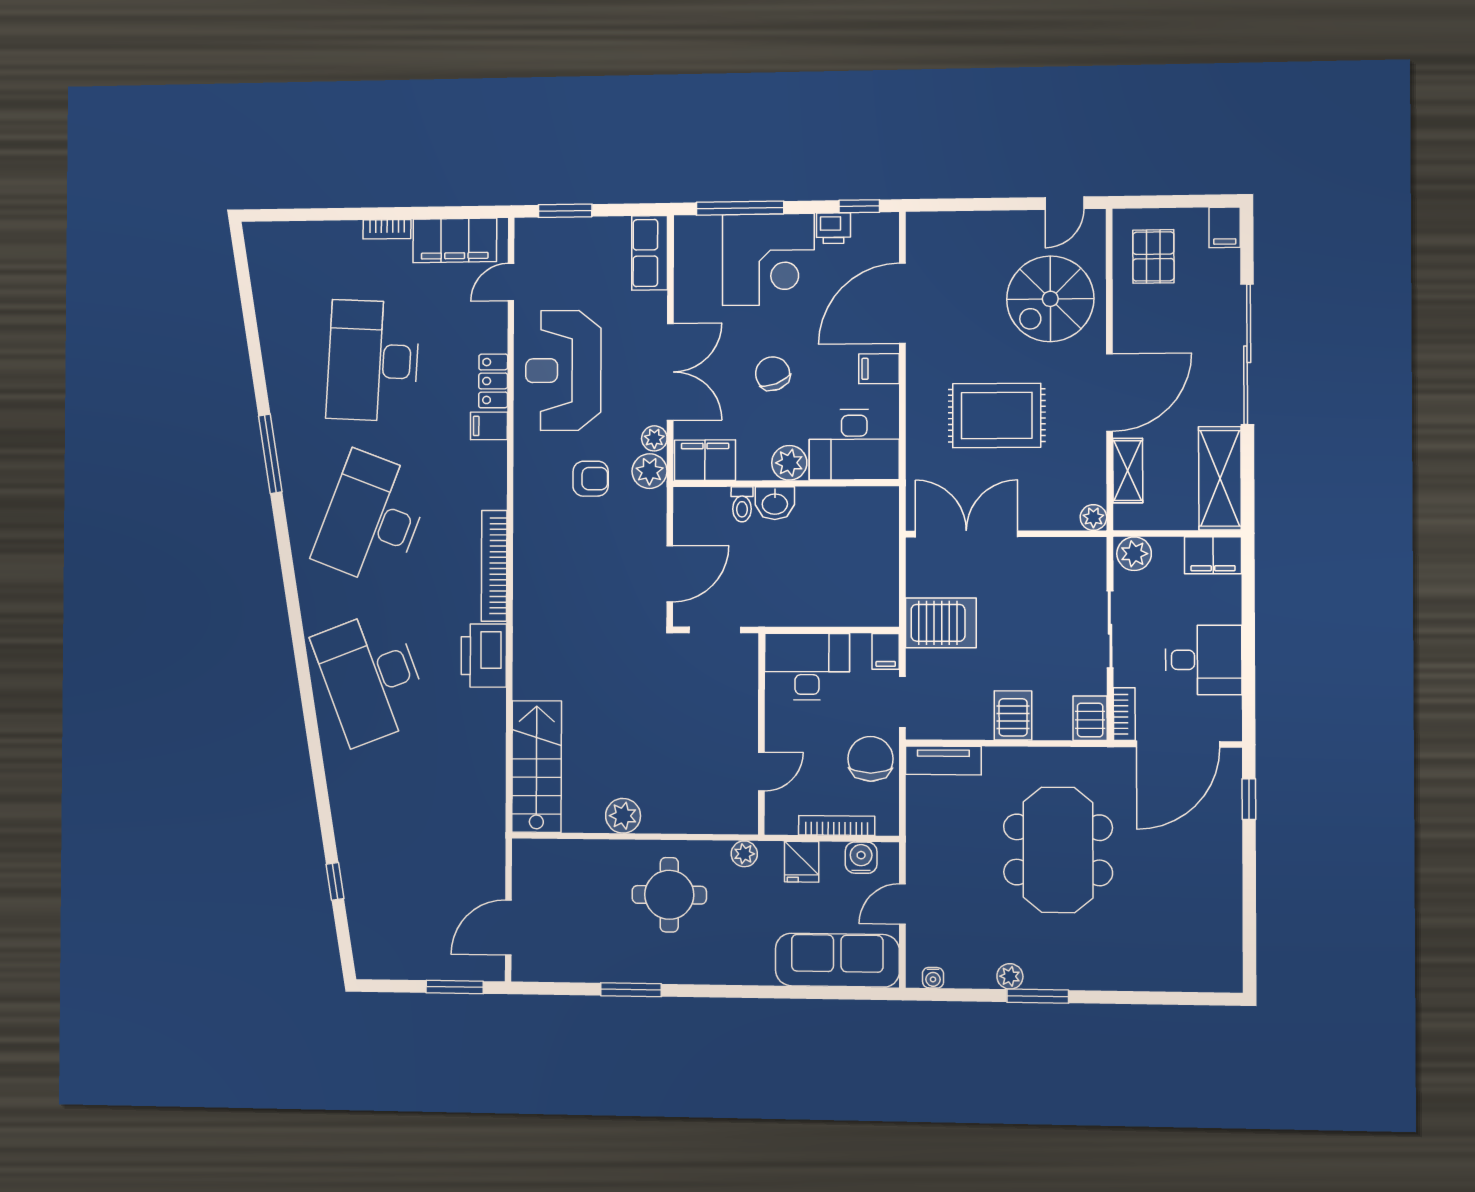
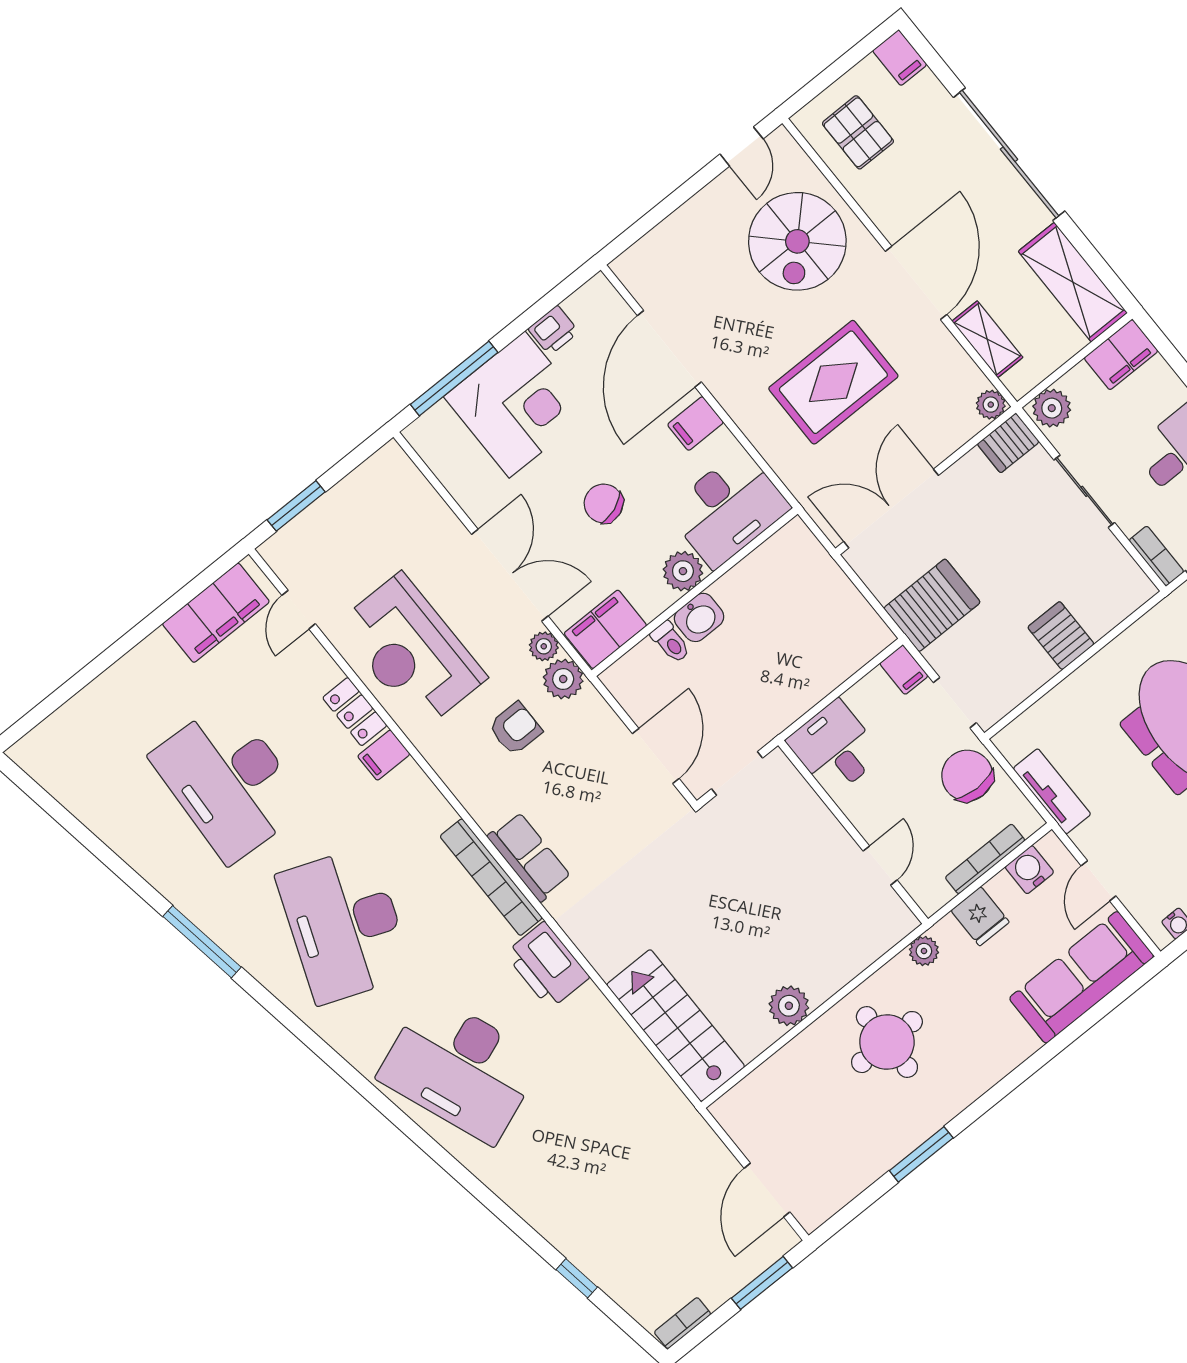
window: (859, 206) -> (561, 292), removed
bookcase: (387, 229) -> (683, 1323), moved, turned 180
row of seats: (650, 253) -> (529, 857), moved, turned 180
desk: (807, 667) -> (835, 748), width x0.73
server rack: (1090, 718) -> (1008, 443), moved, turned -90
tv unit: (943, 760) -> (1052, 791), moved, turned -90

